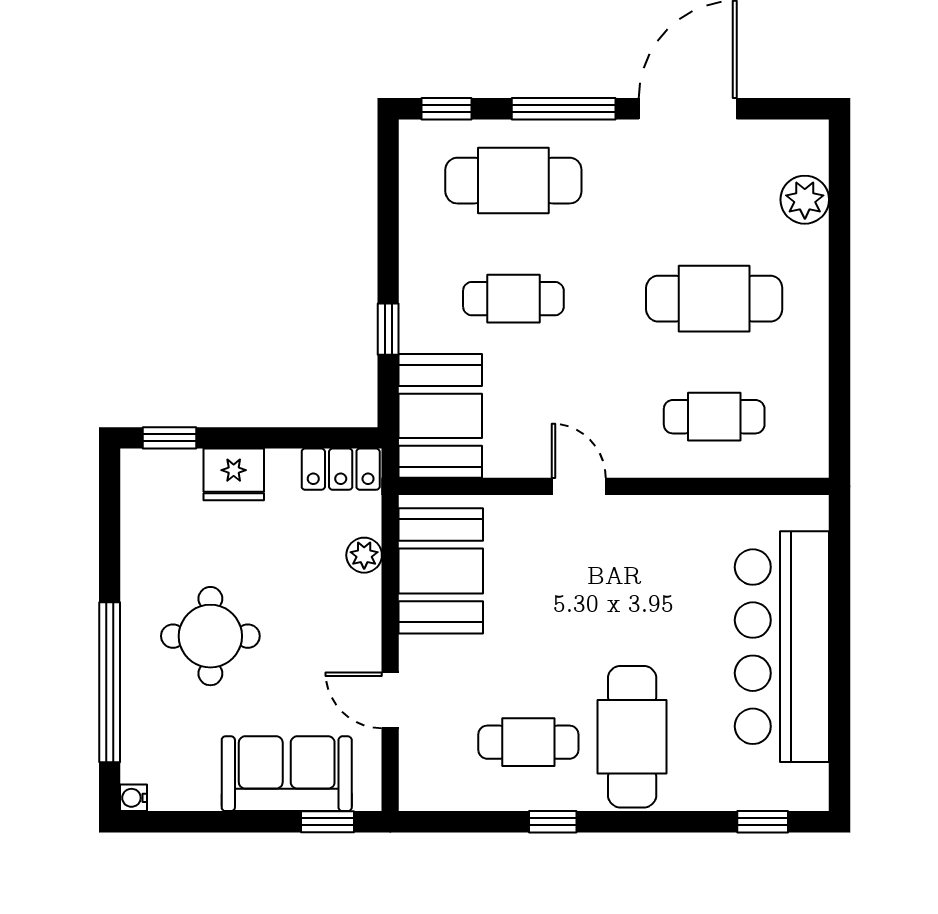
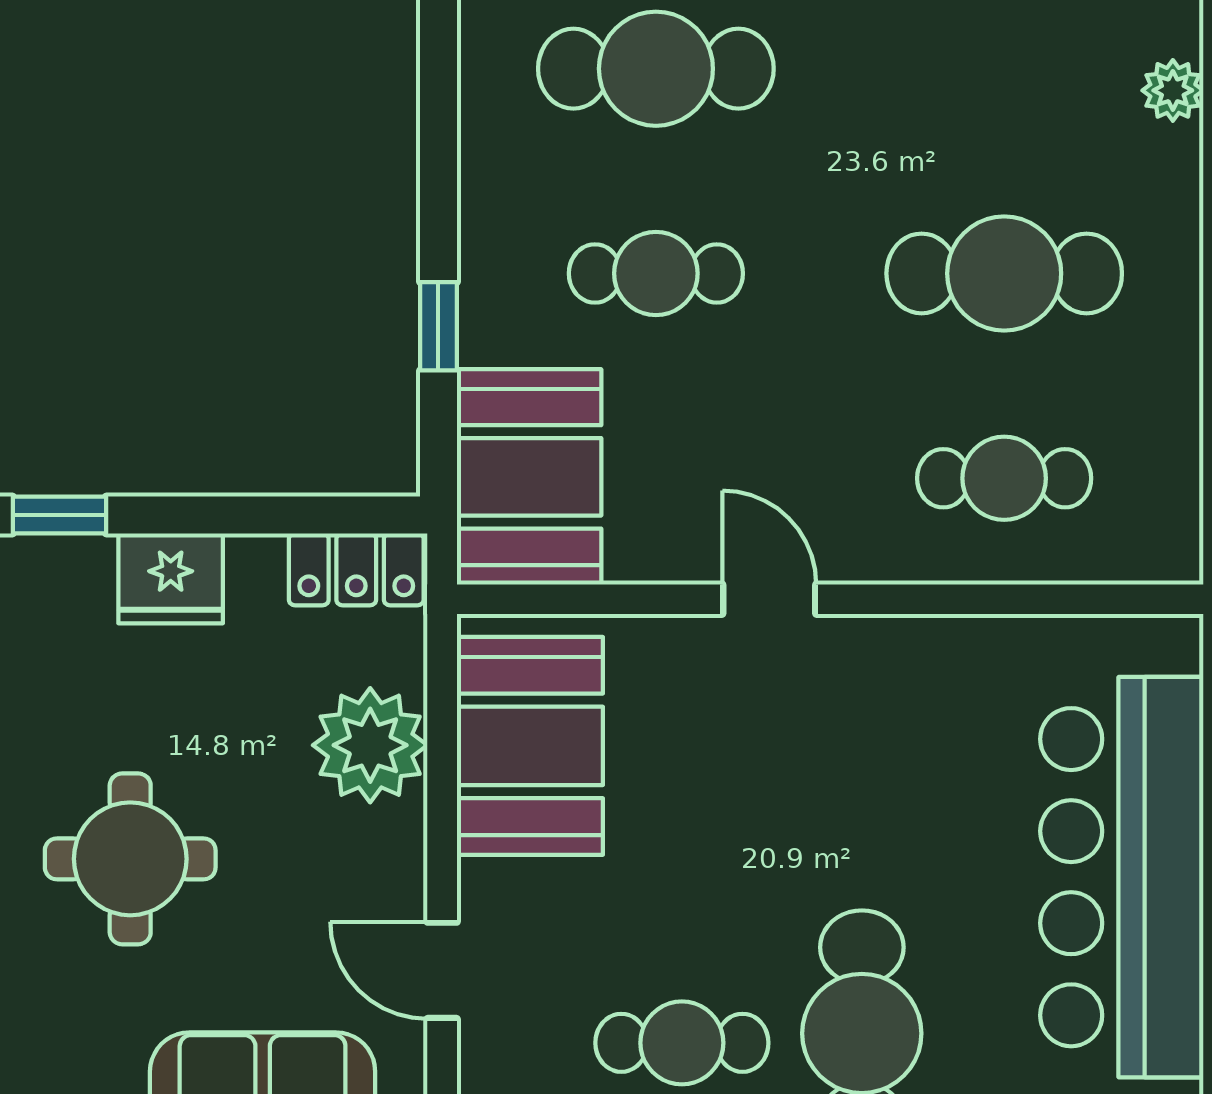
plant: (805, 200) -> (1173, 90), width x0.73, depth x0.73
plant: (364, 555) -> (370, 745), width x1.88, depth x1.88

